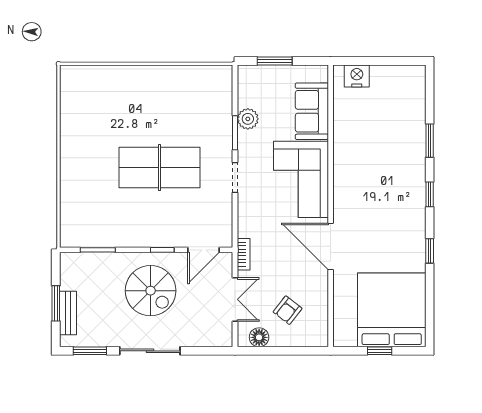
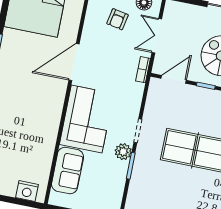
plant: (248, 119) -> (123, 152), moved
door: (331, 246) -> (74, 62), swing flipped
armchair: (288, 310) -> (117, 19), turned 153

